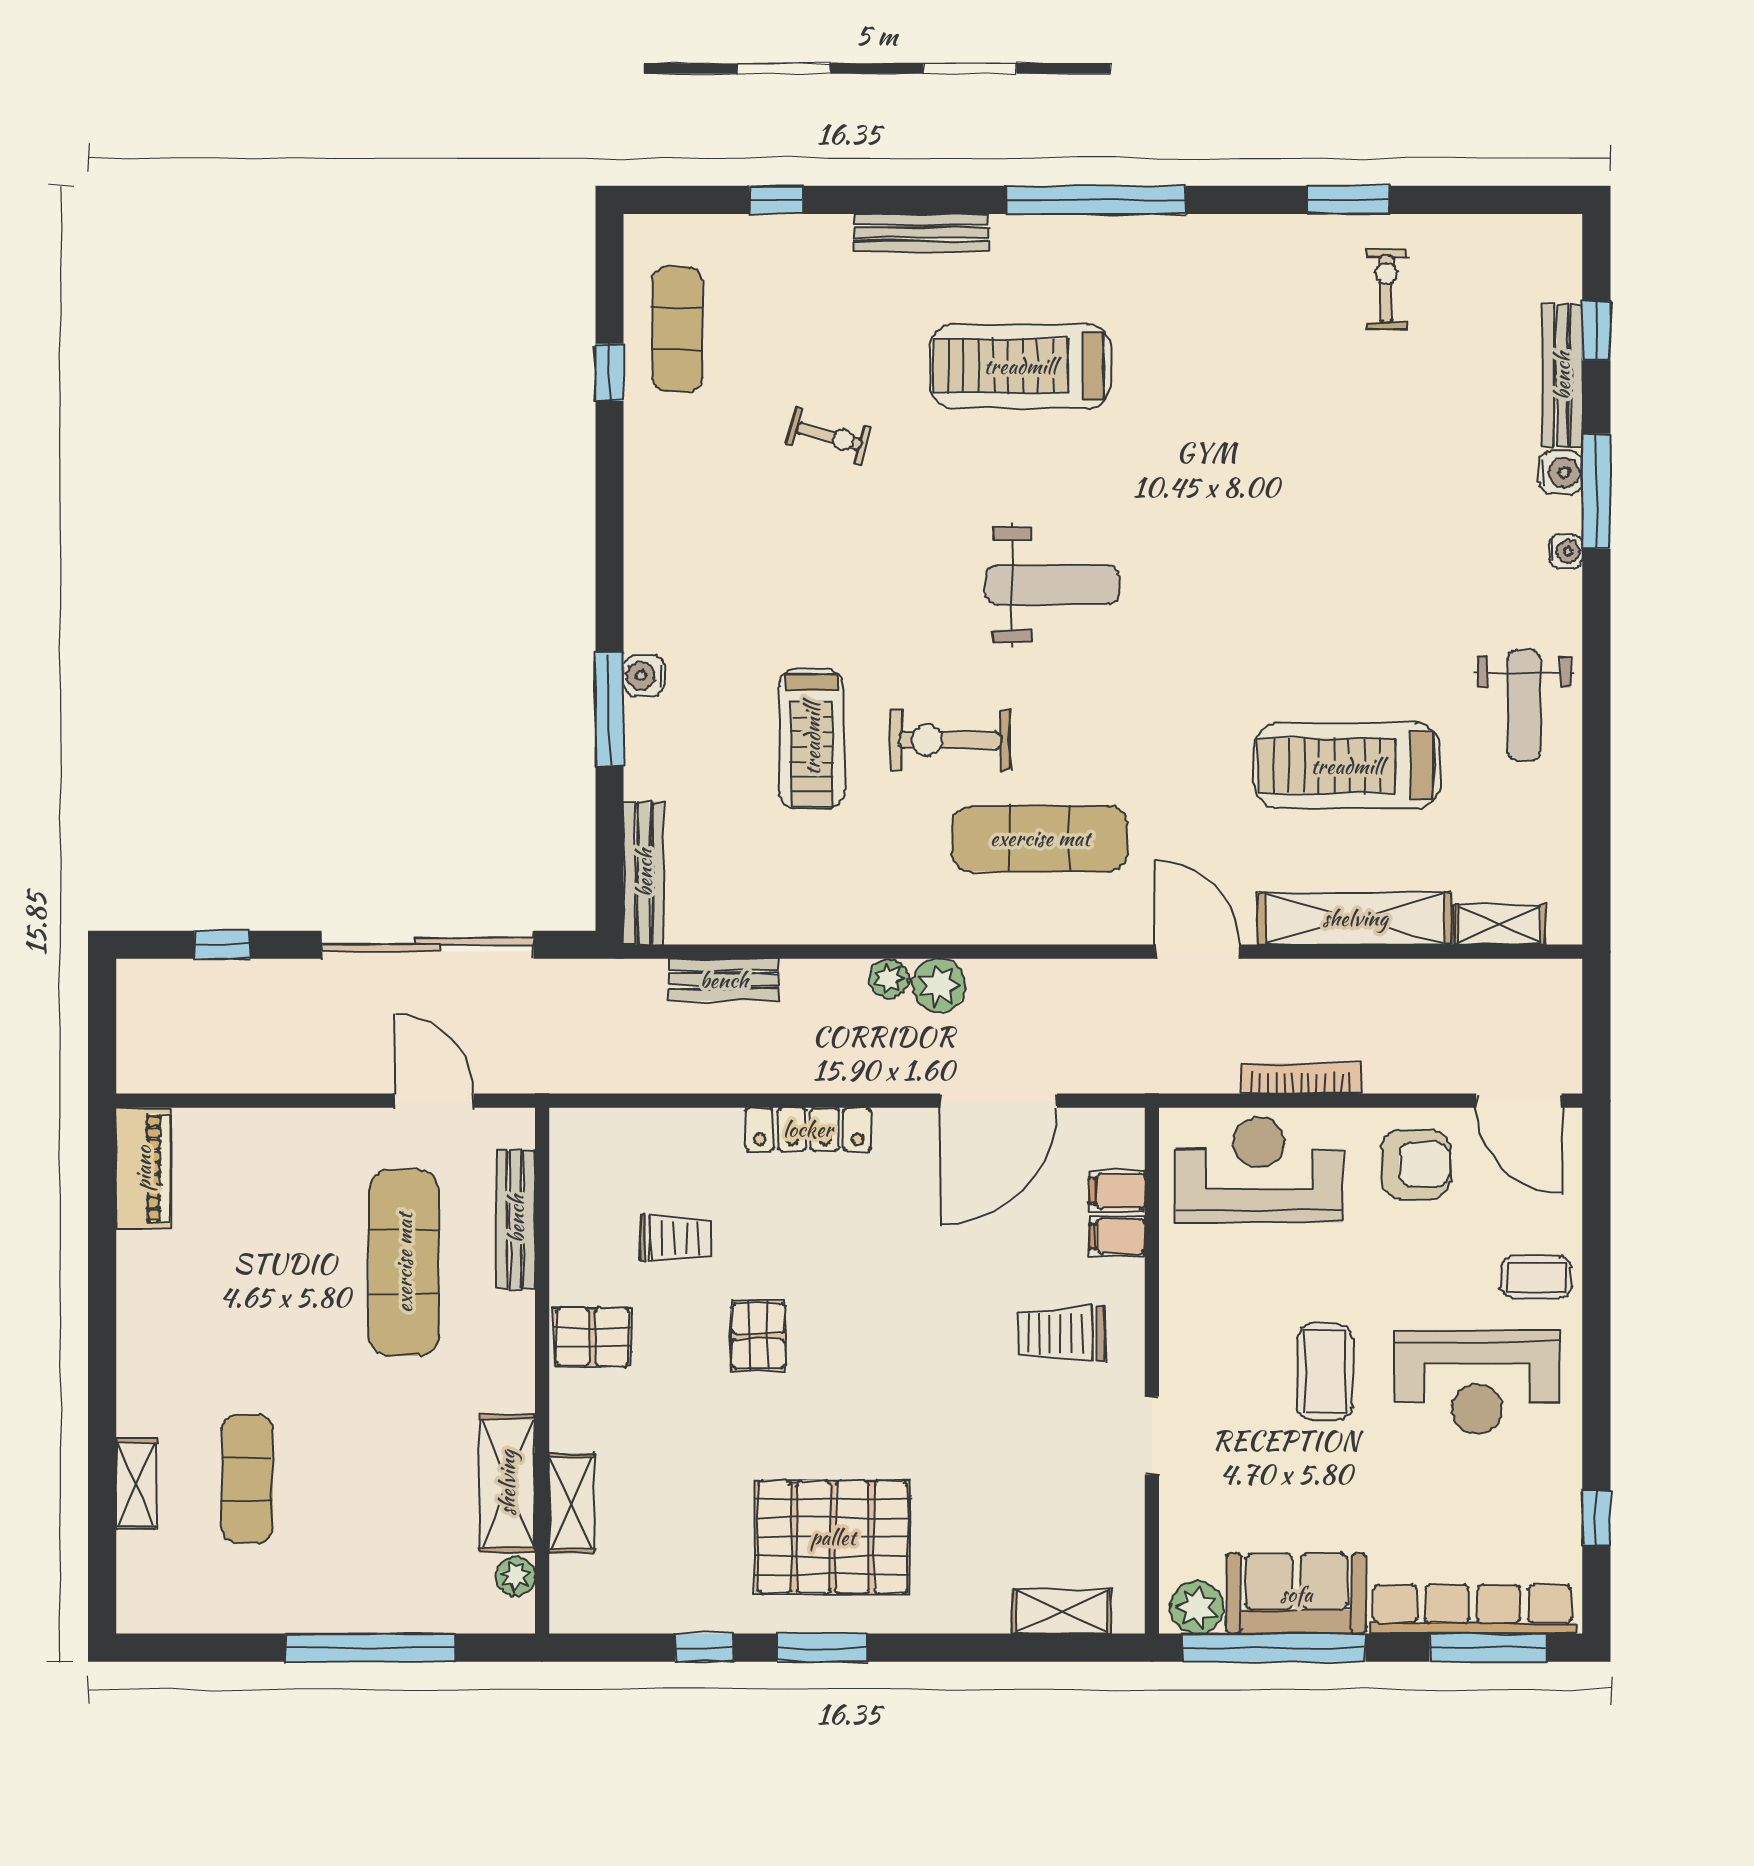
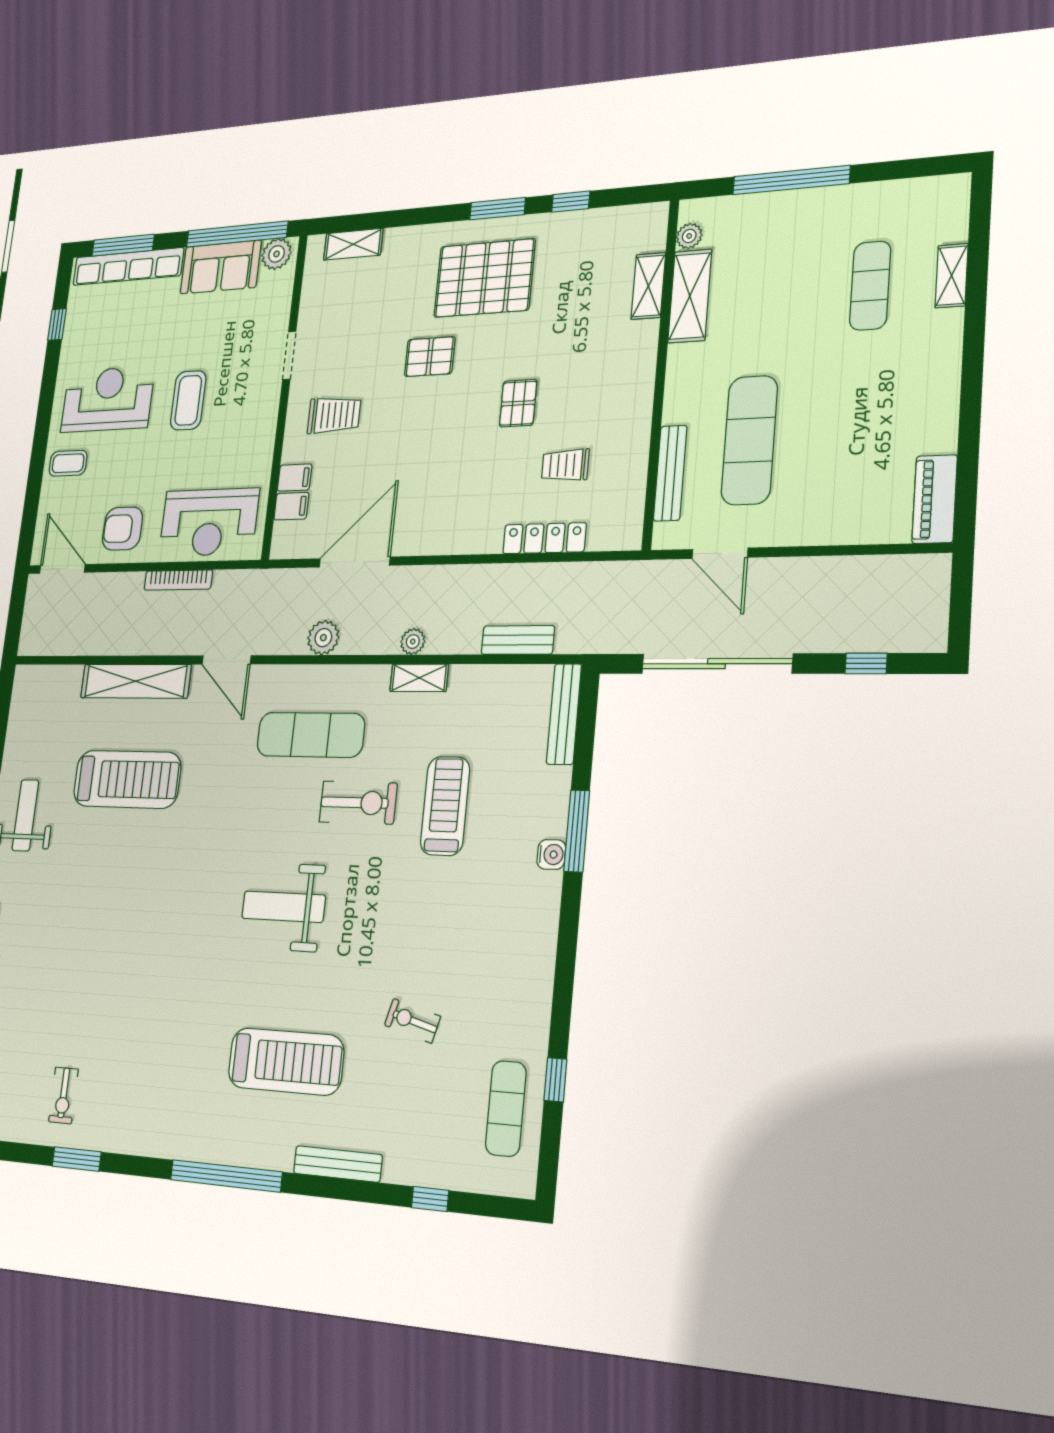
shelving: (1500, 925) -> (419, 678), moved
plant: (939, 985) -> (323, 638), moved
locker: (808, 1129) -> (544, 538), moved
pallet: (592, 1337) -> (430, 357), moved

